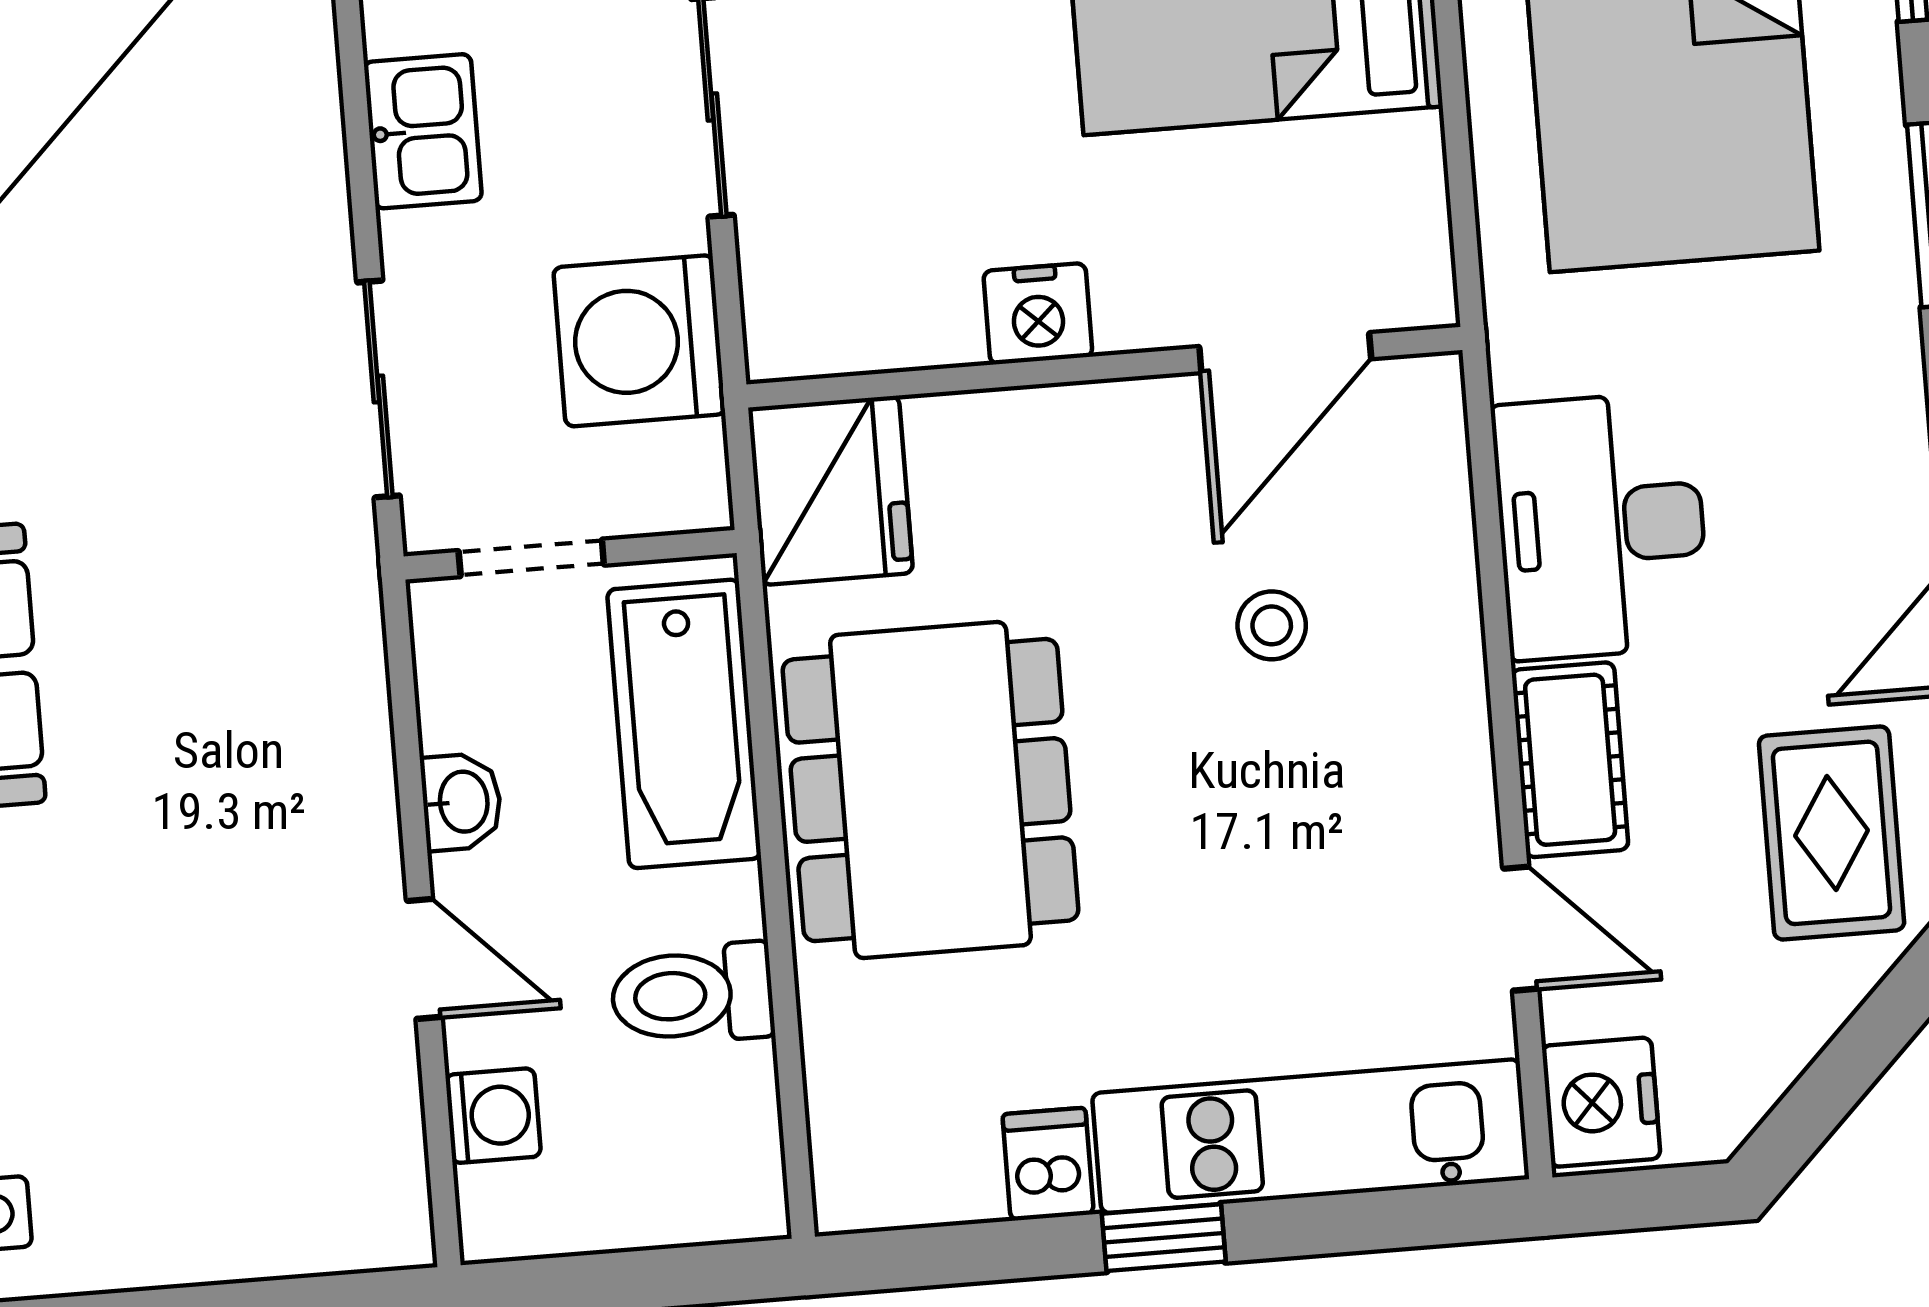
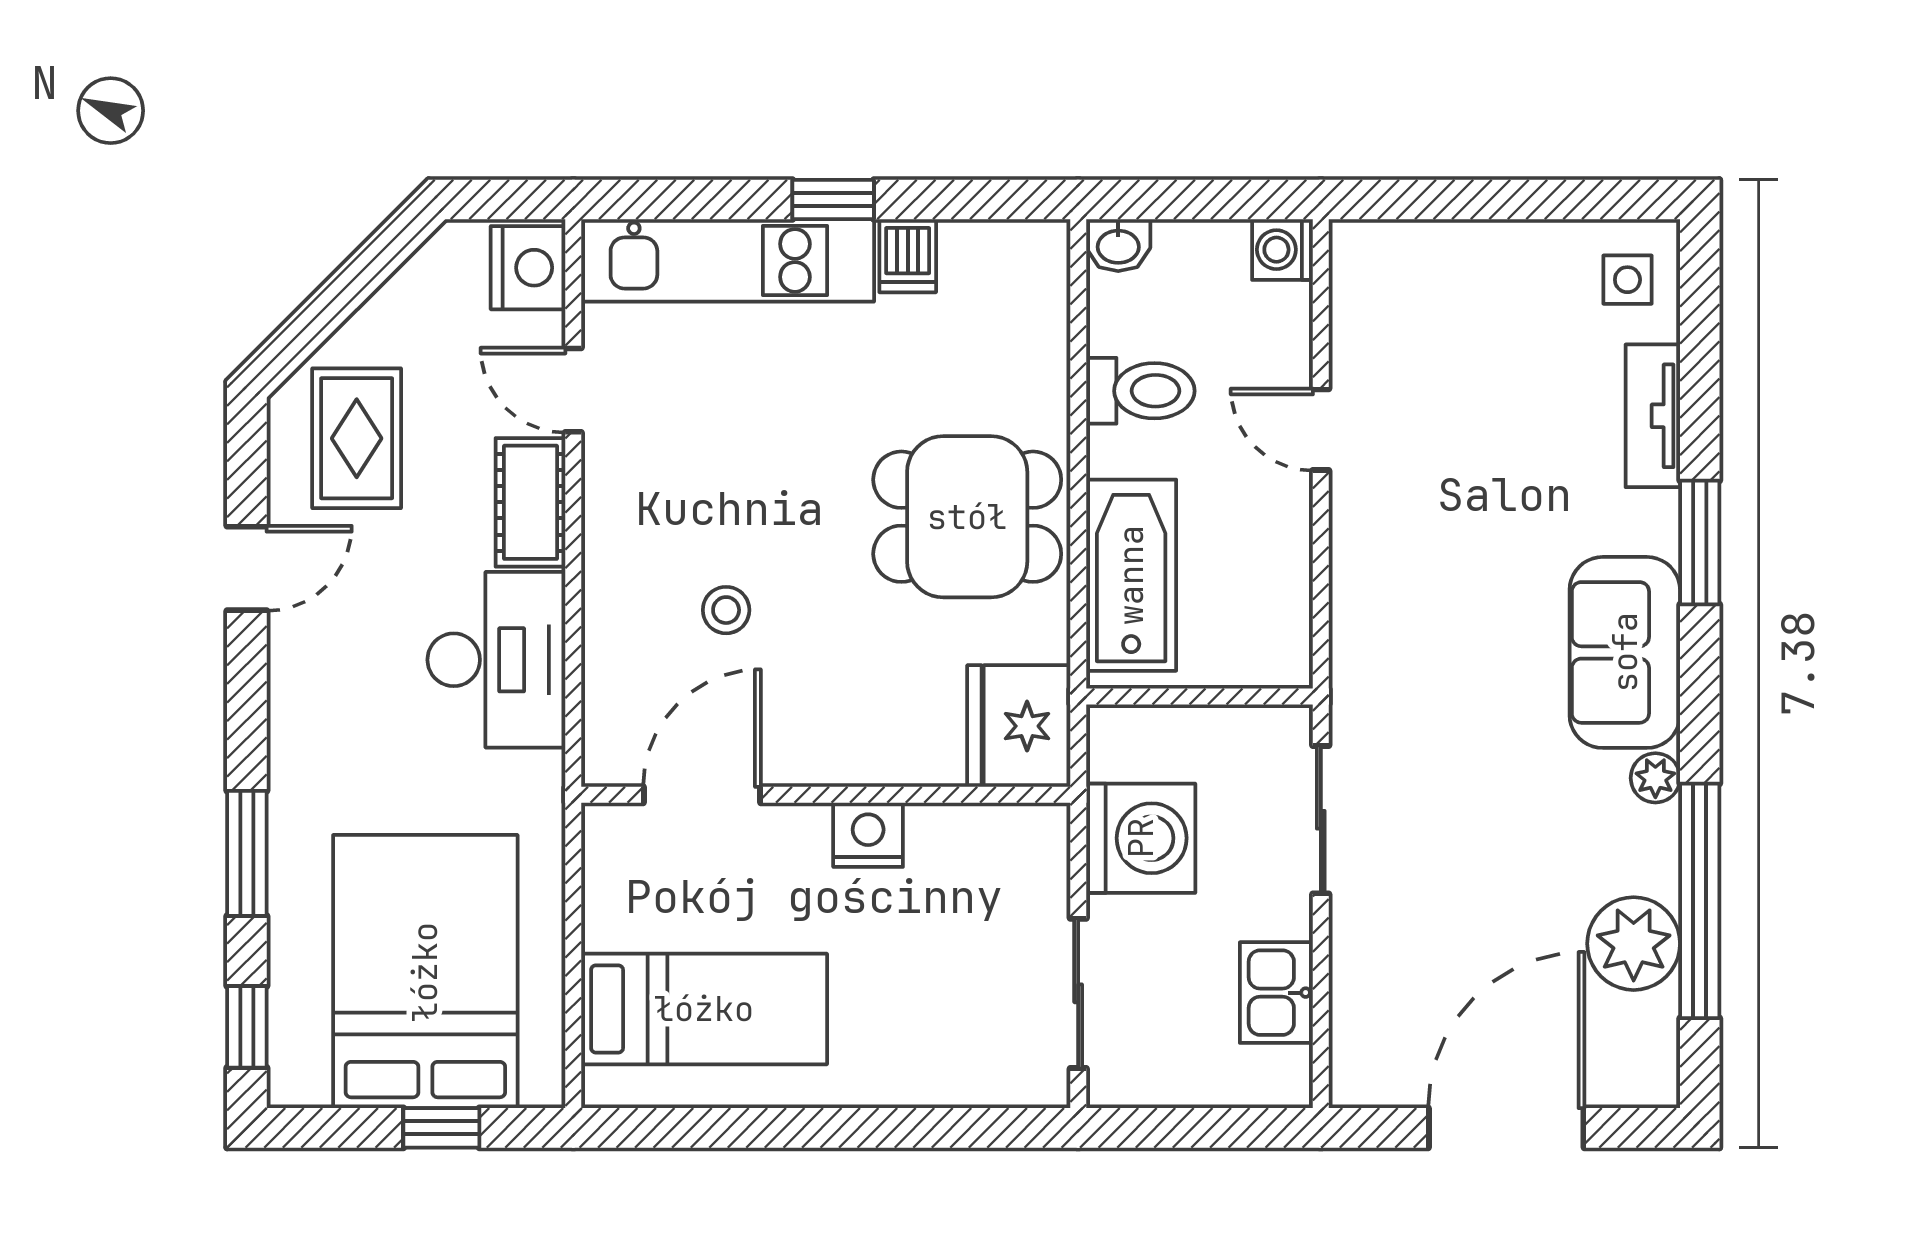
doorway: (531, 558) -> (1226, 697), removed
dining table: (930, 790) -> (967, 517), width x0.73
washbasin: (461, 802) -> (1118, 245), moved, turned -90
washing machine: (493, 1116) -> (1283, 250), moved

